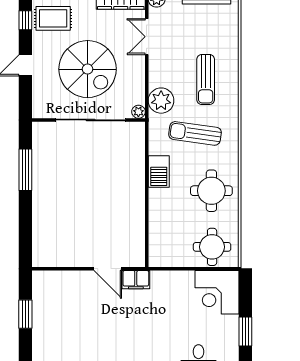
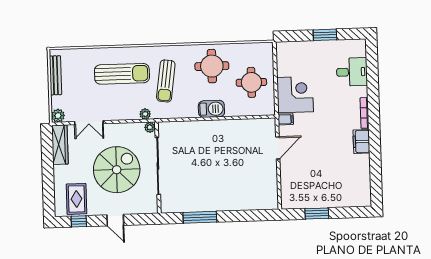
sun lounger: (206, 80) -> (122, 74), width x1.36, depth x1.34
plant: (161, 101) -> (145, 114), width x0.53, depth x0.53
barbecue: (159, 172) -> (211, 109), moved
round table: (212, 247) -> (251, 82), moved
filing cabinet: (136, 280) -> (286, 119), width x0.50
corner desk: (217, 292) -> (295, 95), moved, turned -90

